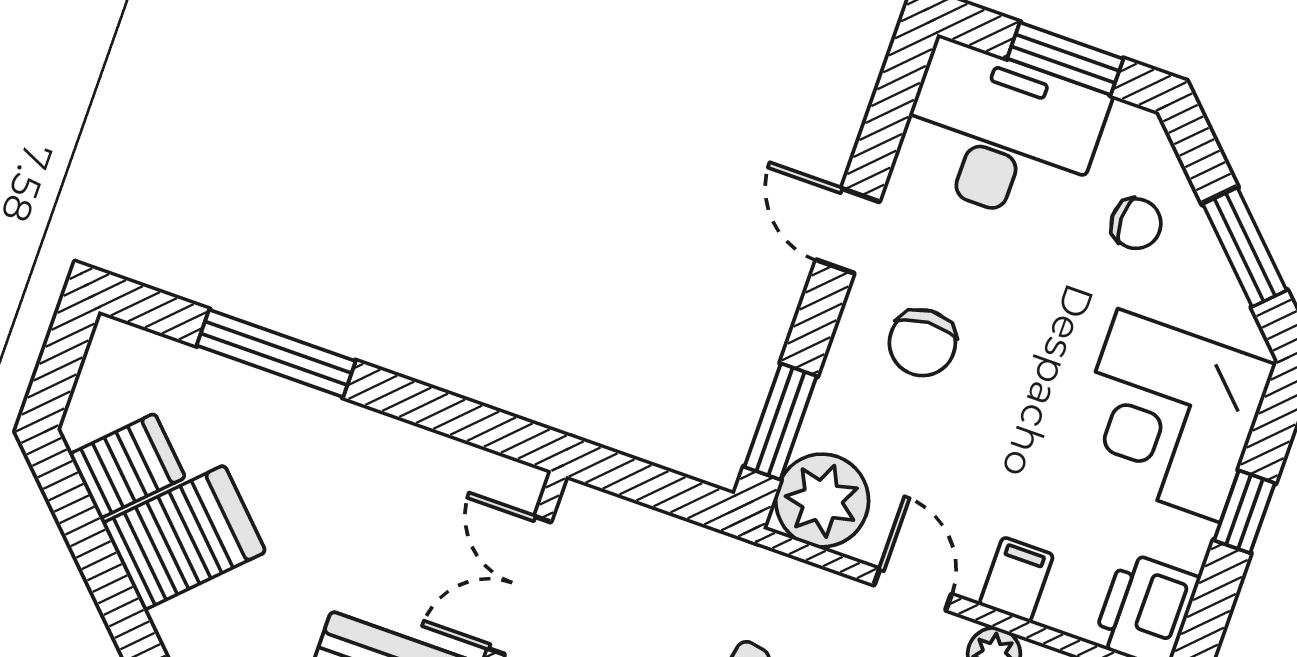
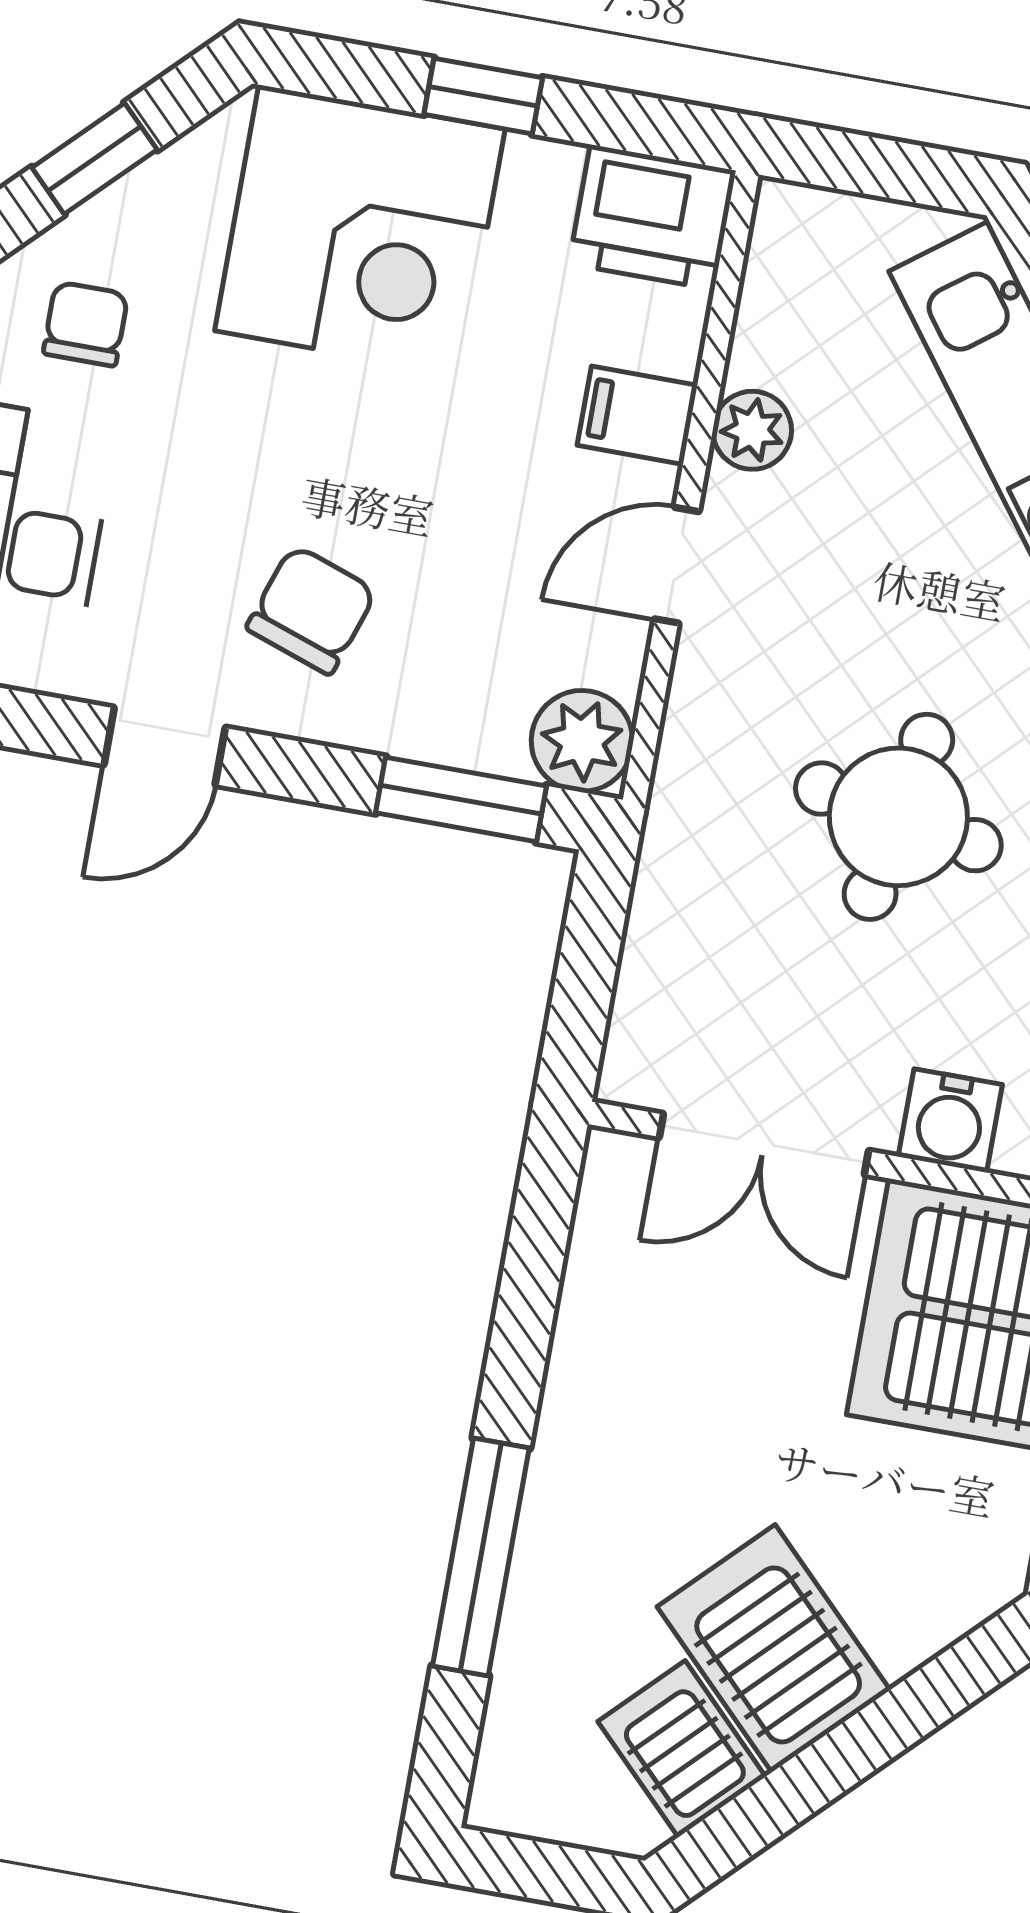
window: (1245, 247) -> (94, 159), width x0.67
chair: (922, 343) -> (311, 610), turned -68
plant: (822, 500) -> (582, 741), width x0.73, depth x0.73

